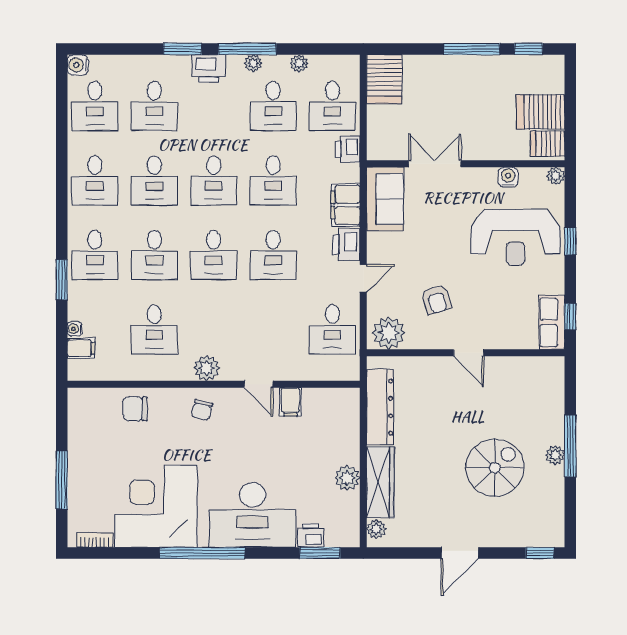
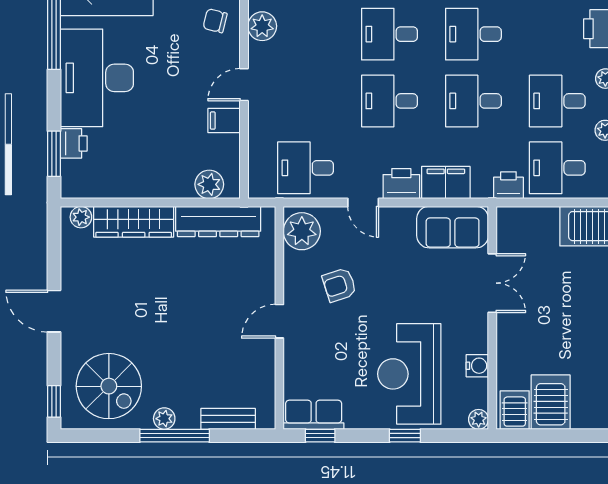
bench: (555, 398) -> (228, 419), added
spiral stairs: (495, 468) -> (109, 386), moved
plant: (347, 478) -> (209, 184), moved

